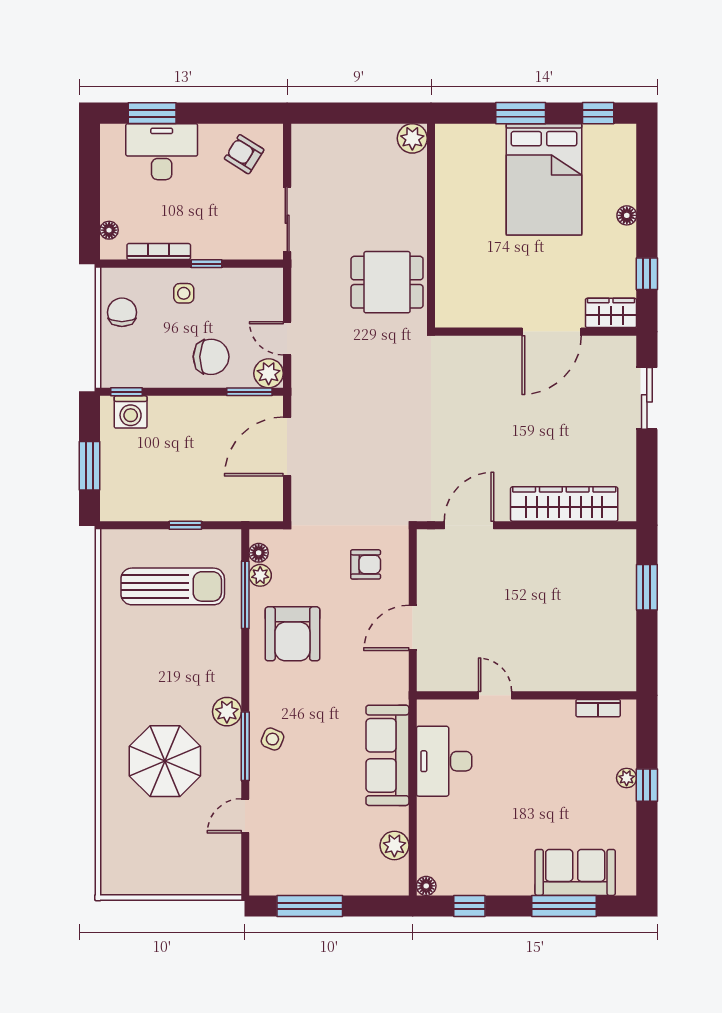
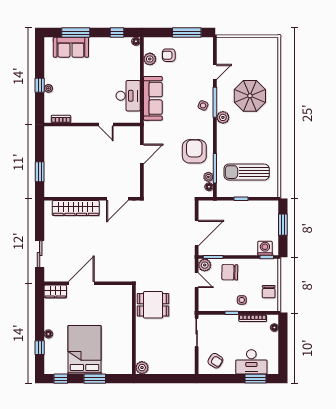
window: (647, 274) -> (40, 348), moved
armchair: (366, 564) -> (169, 55), moved

